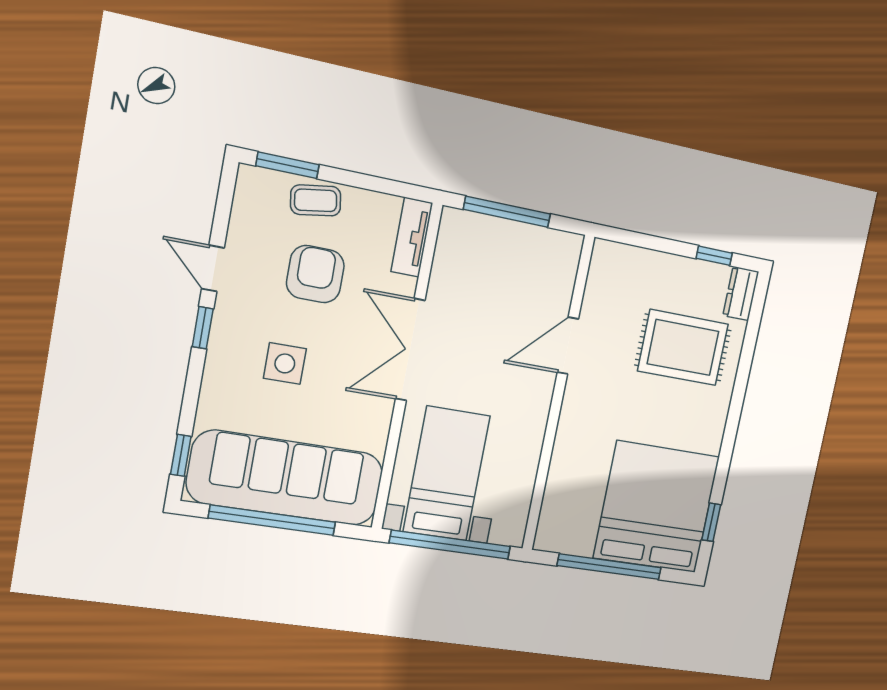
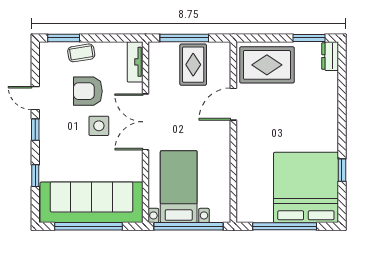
window: (714, 256) -> (309, 38), width x1.50
rug: (513, 263) -> (193, 65), added
armchair: (315, 274) -> (88, 91), turned -90
rug: (683, 348) -> (267, 65), moved
side table: (285, 363) -> (99, 126), moved
window: (181, 455) -> (35, 176), moved
window: (711, 522) -> (342, 170), moved

